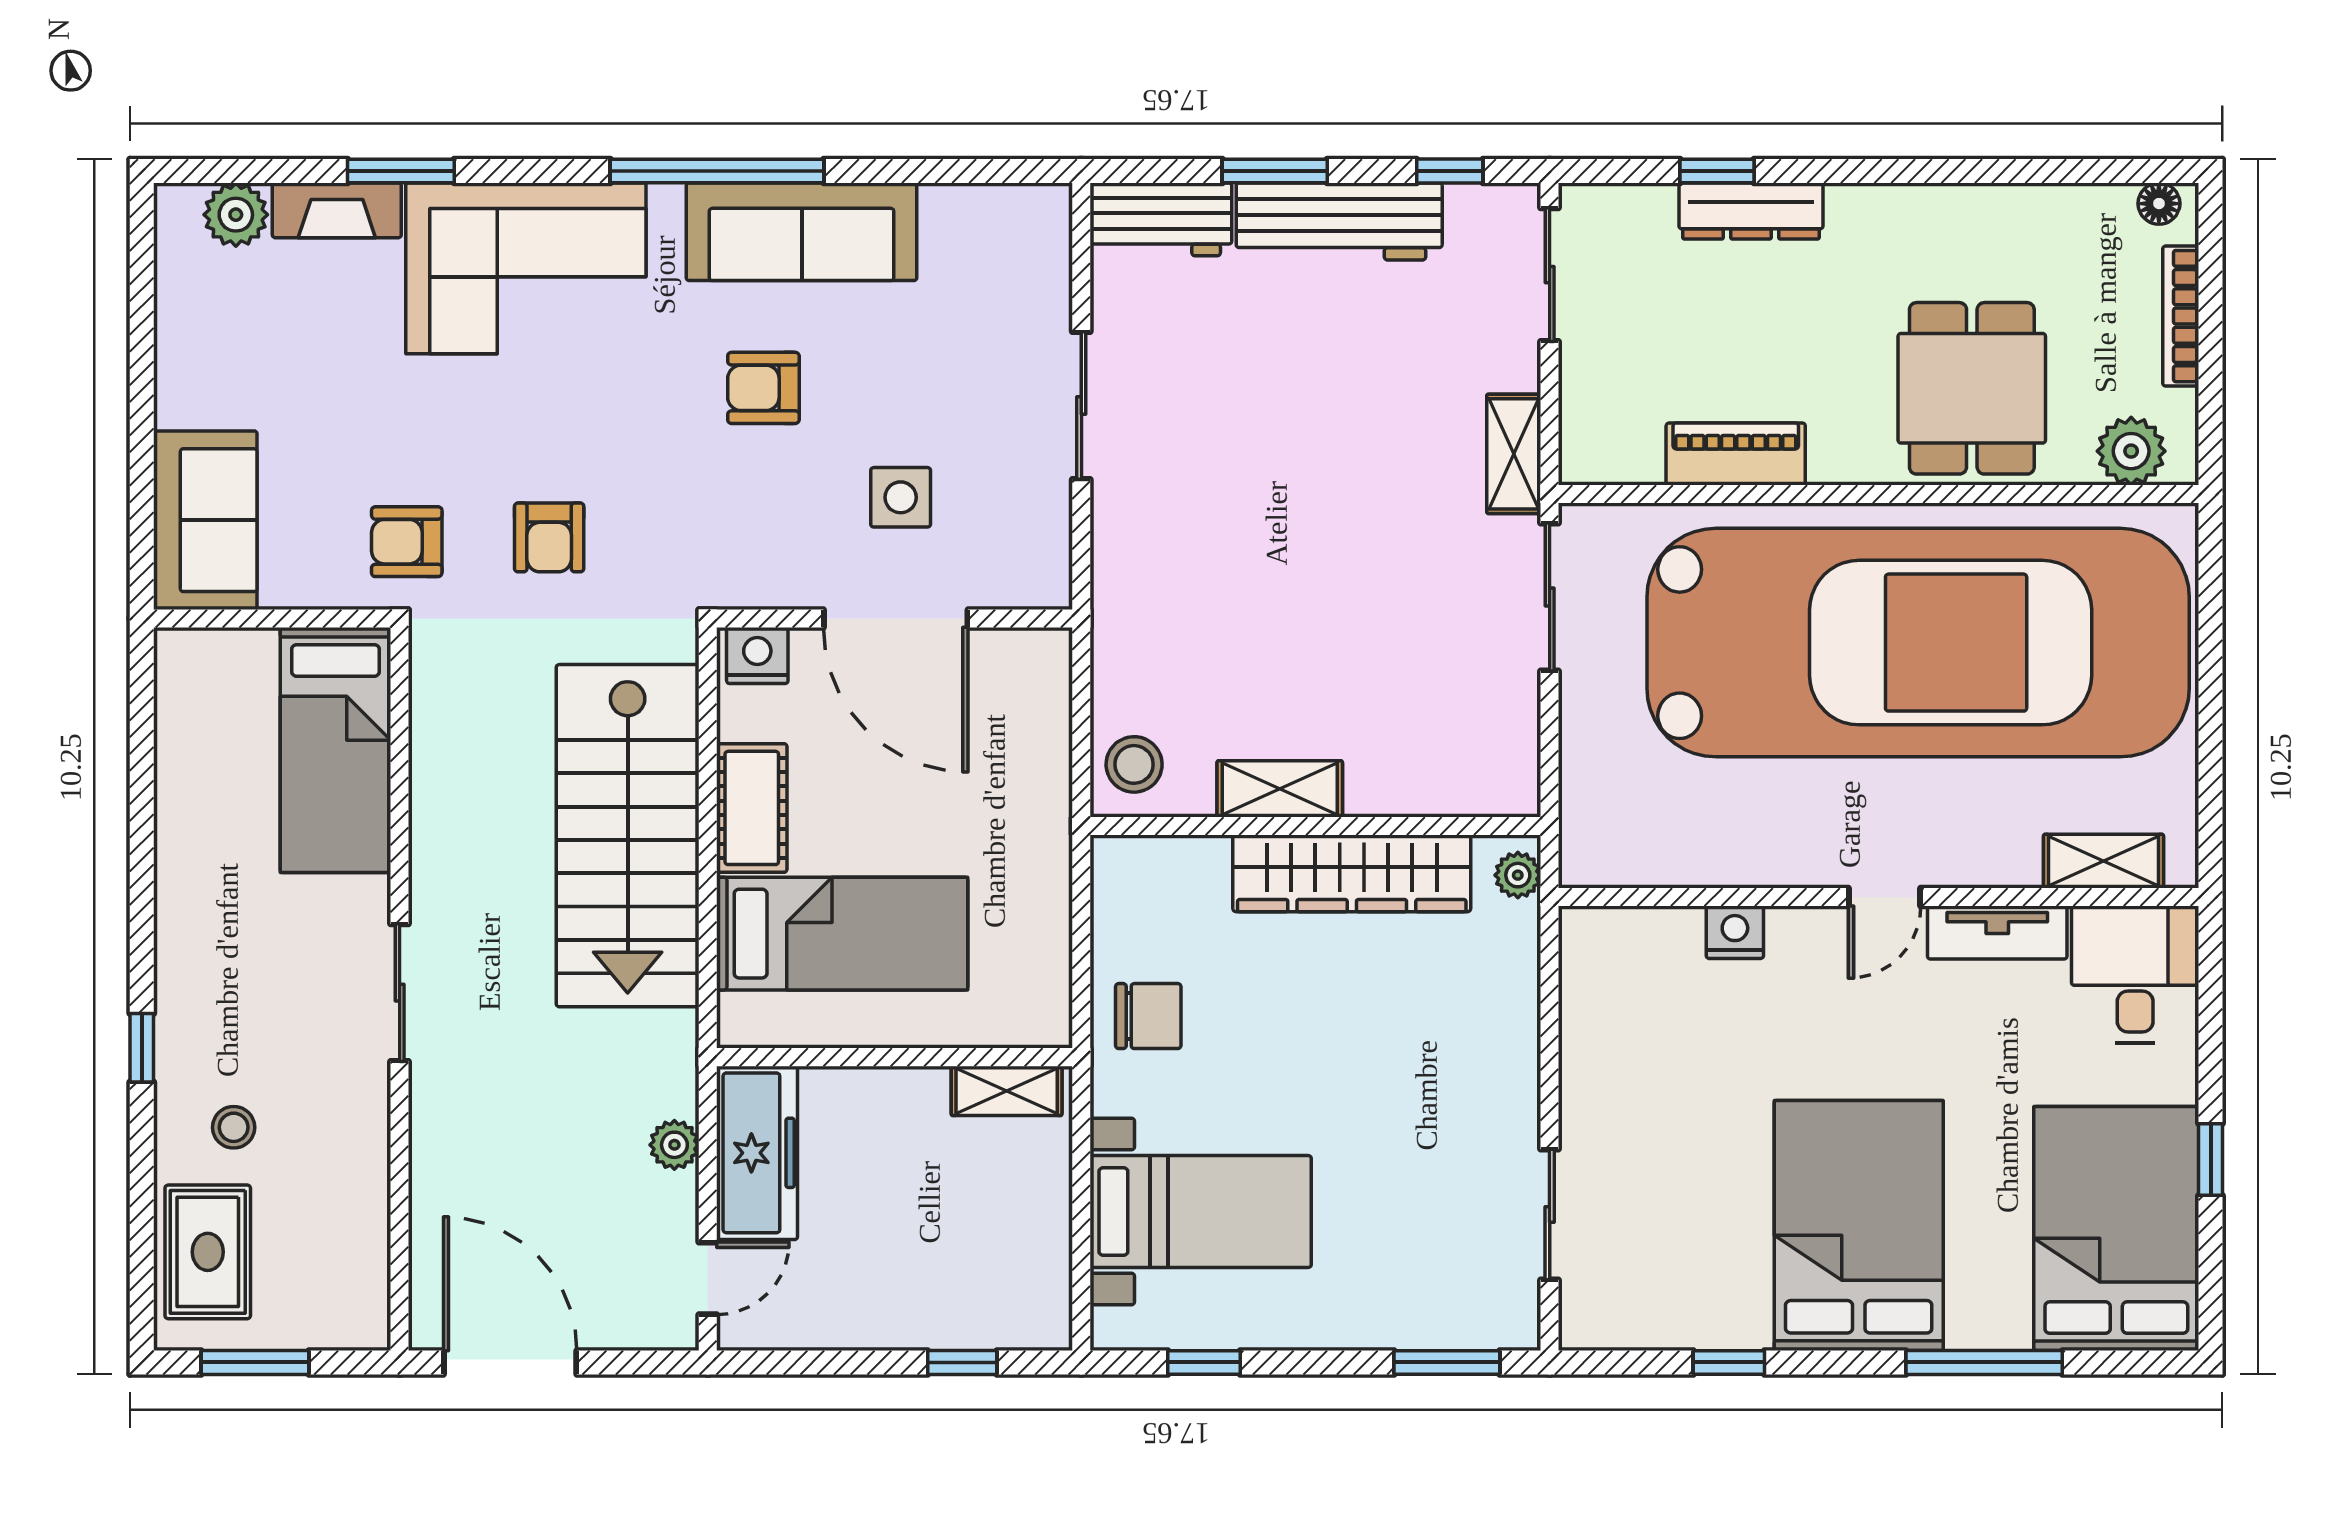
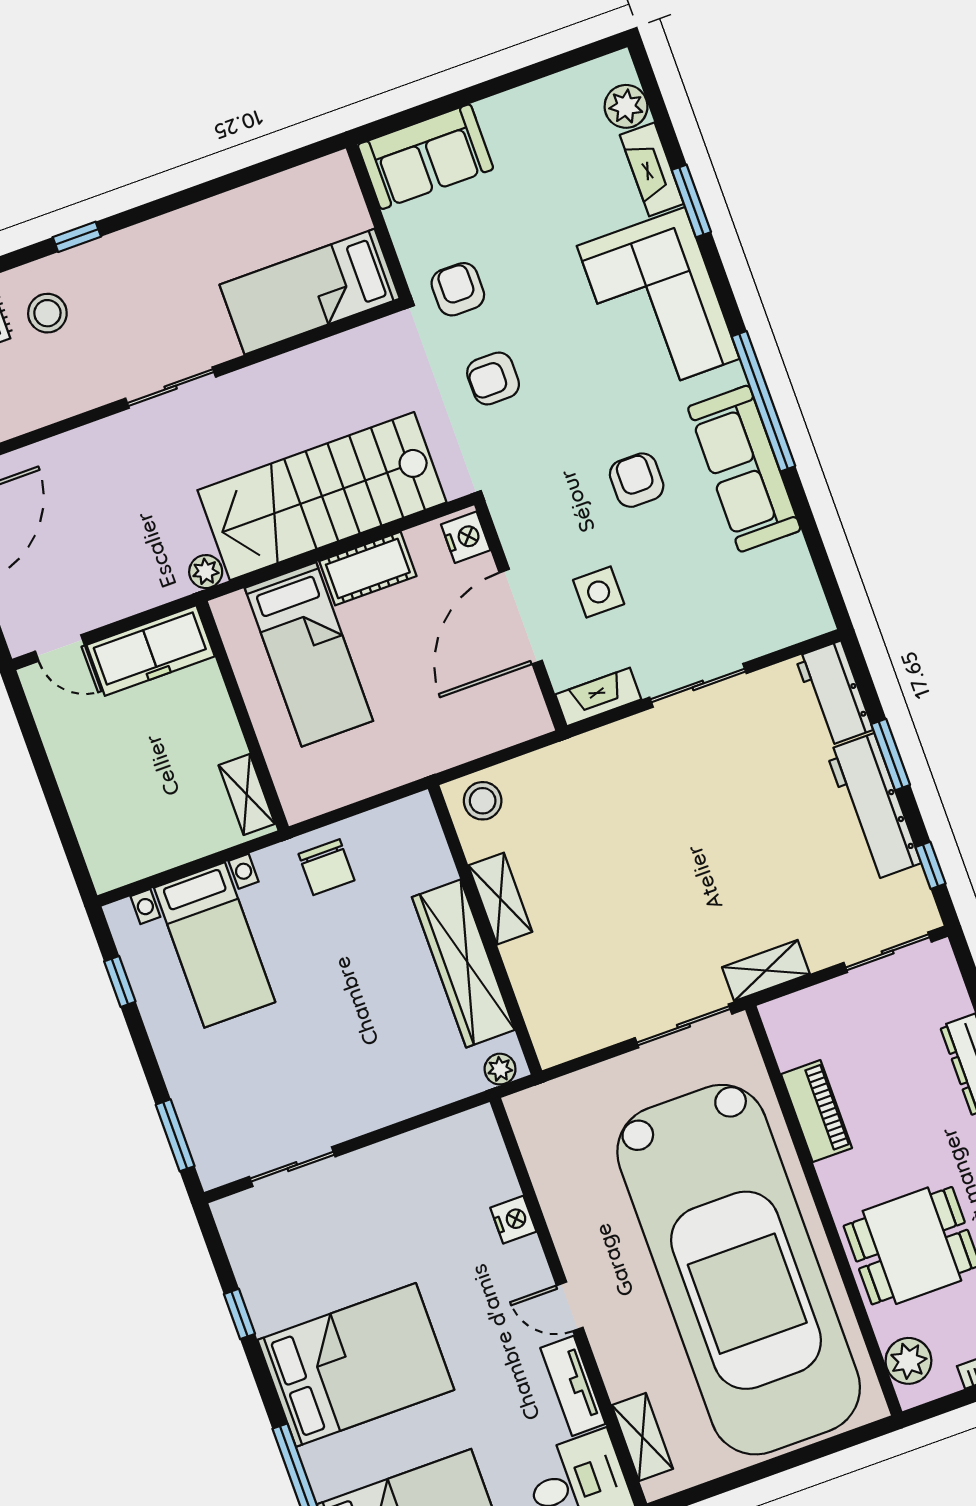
fireplace: (1047, 551) -> (598, 697), added
stool: (234, 1127) -> (47, 313), width x1.37, depth x1.37
plant: (674, 1145) -> (206, 572), moved
window: (962, 1362) -> (65, 828), removed

